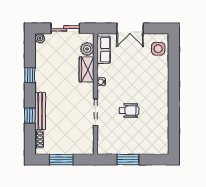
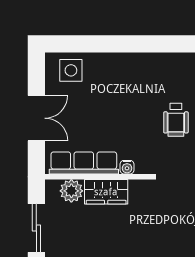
row of seats: (104, 50) -> (84, 163), width x1.48
wheelchair: (129, 111) -> (176, 120), turned 180

